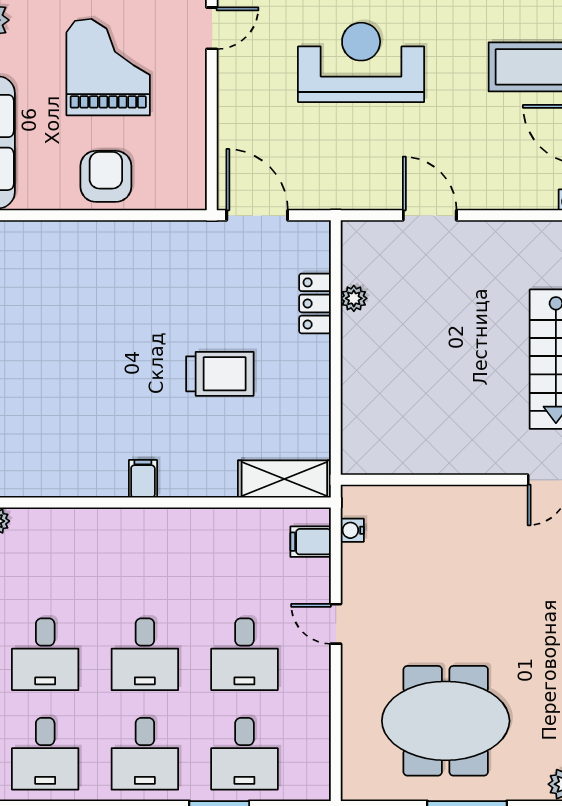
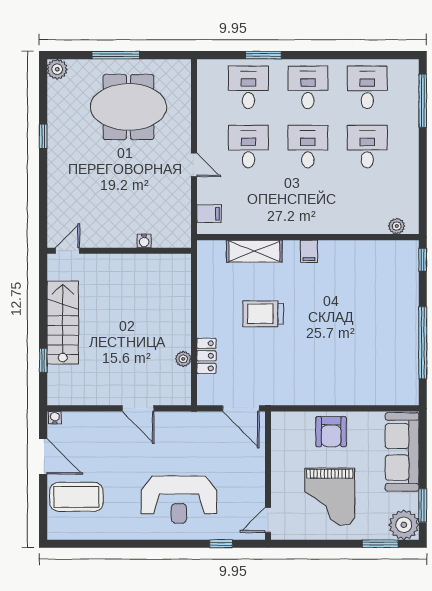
shelving: (284, 479) -> (254, 251), moved
water cooler: (352, 530) -> (144, 241), moved, turned 90

